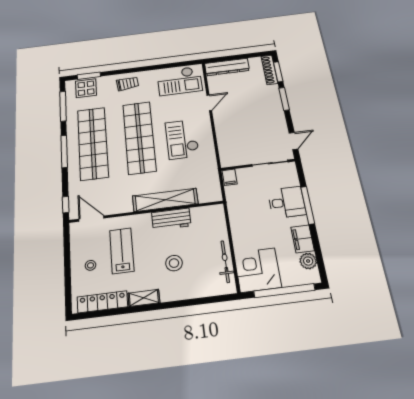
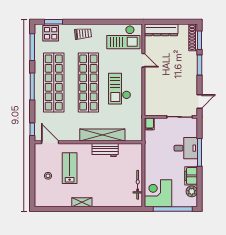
door: (209, 103) -> (143, 60), hinge flipped
stool: (174, 263) -> (104, 181), removed
locker: (102, 302) -> (55, 201), removed

